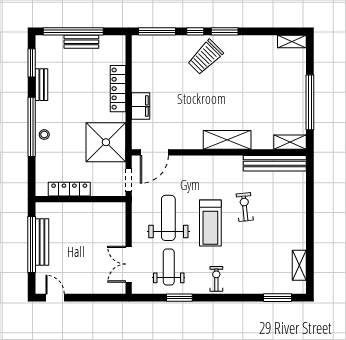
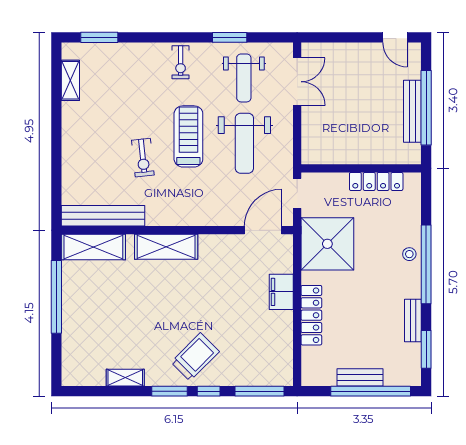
shelving: (292, 42) -> (125, 378), moved
shelving: (290, 142) -> (93, 247), width x1.50, depth x1.33

